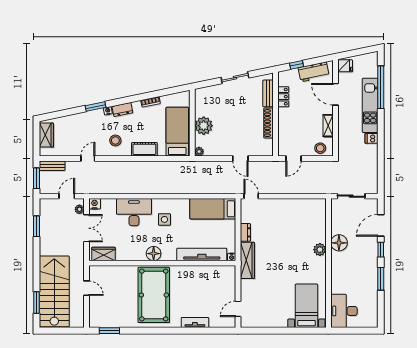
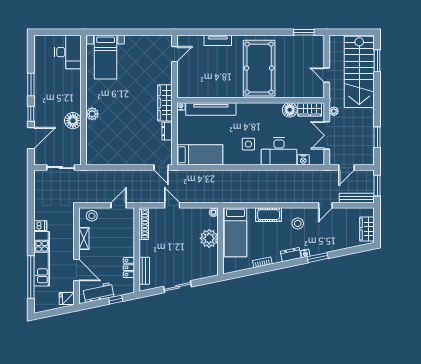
shoe rack: (269, 123) -> (144, 224), moved
bench: (52, 166) -> (357, 198), width x1.36
nightstand: (95, 204) -> (303, 160), moved
plant: (79, 209) -> (334, 111), moved
floor lamp: (154, 254) -> (290, 110), moved

